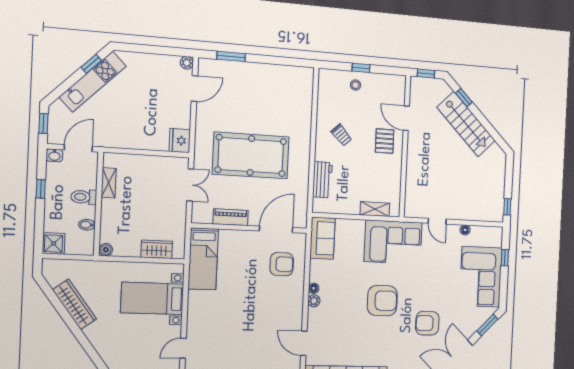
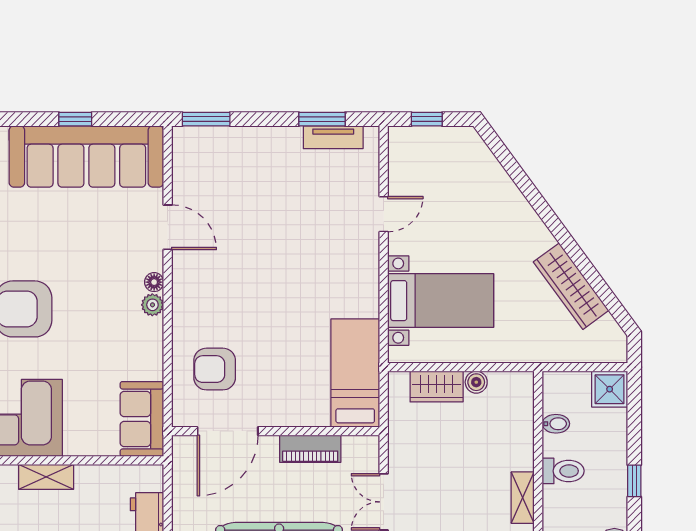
boiler: (106, 250) -> (476, 382), moved
floor lamp: (314, 288) -> (154, 282), moved

